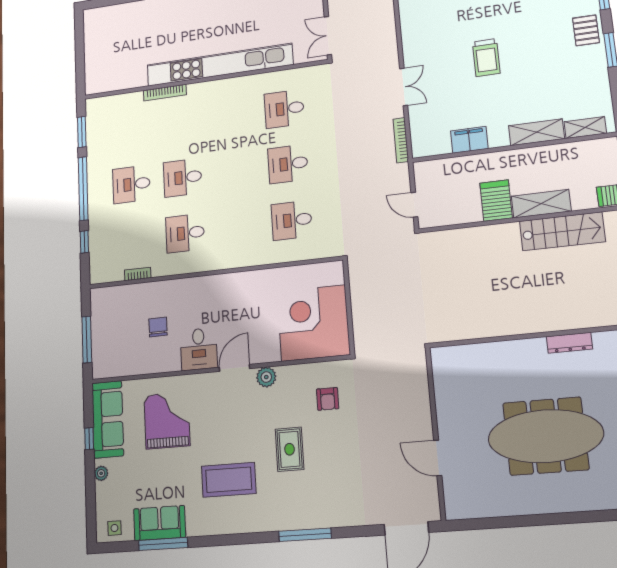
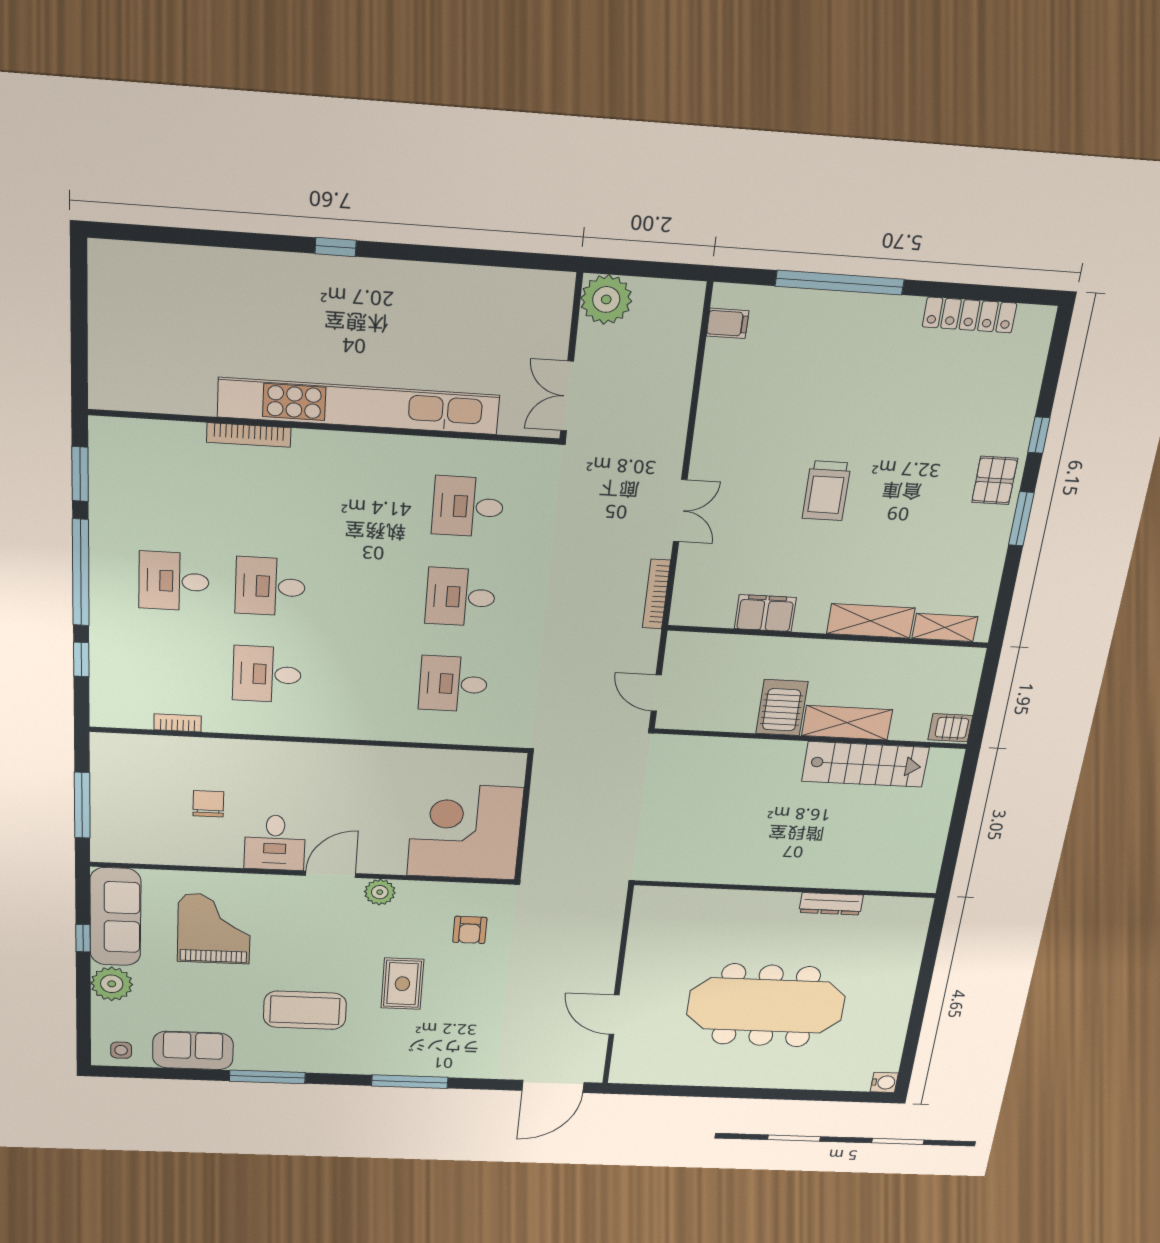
plant: (101, 473) -> (112, 984), width x1.87, depth x1.87
window: (163, 544) -> (267, 1077), moved

